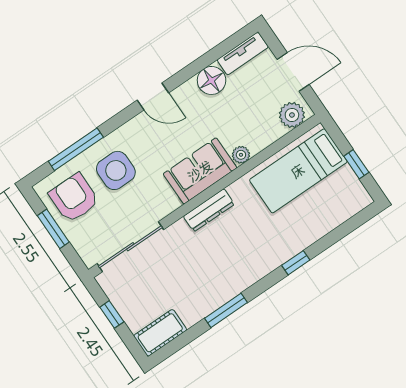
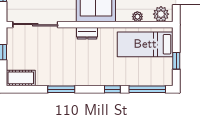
plant: (241, 155) -> (137, 17), moved
dresser: (209, 210) -> (87, 33), width x0.70
window: (343, 230) -> (147, 89), added

